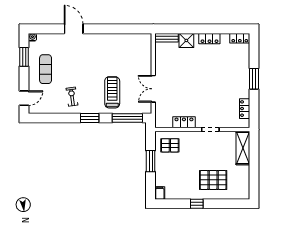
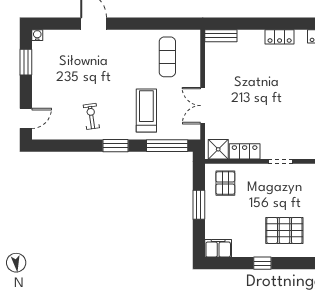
shower: (186, 40) -> (218, 149), moved
exercise mat: (46, 69) -> (167, 57), moved
pallet: (170, 145) -> (225, 183), turned 90
filing cabinet: (160, 193) -> (218, 248), width x2.00

